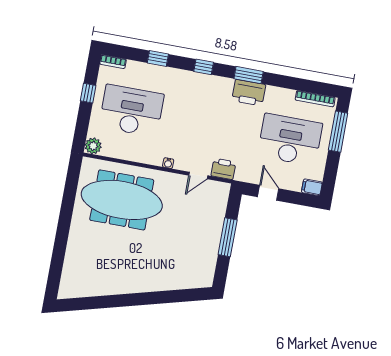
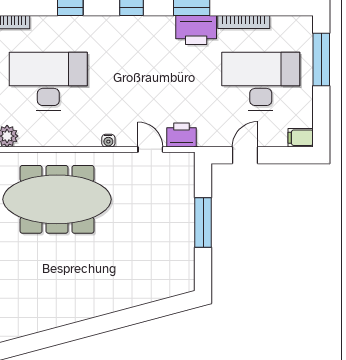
bookcase: (315, 99) -> (244, 22), moved
door: (198, 176) -> (150, 149), swing flipped
door: (268, 193) -> (245, 155), hinge flipped

